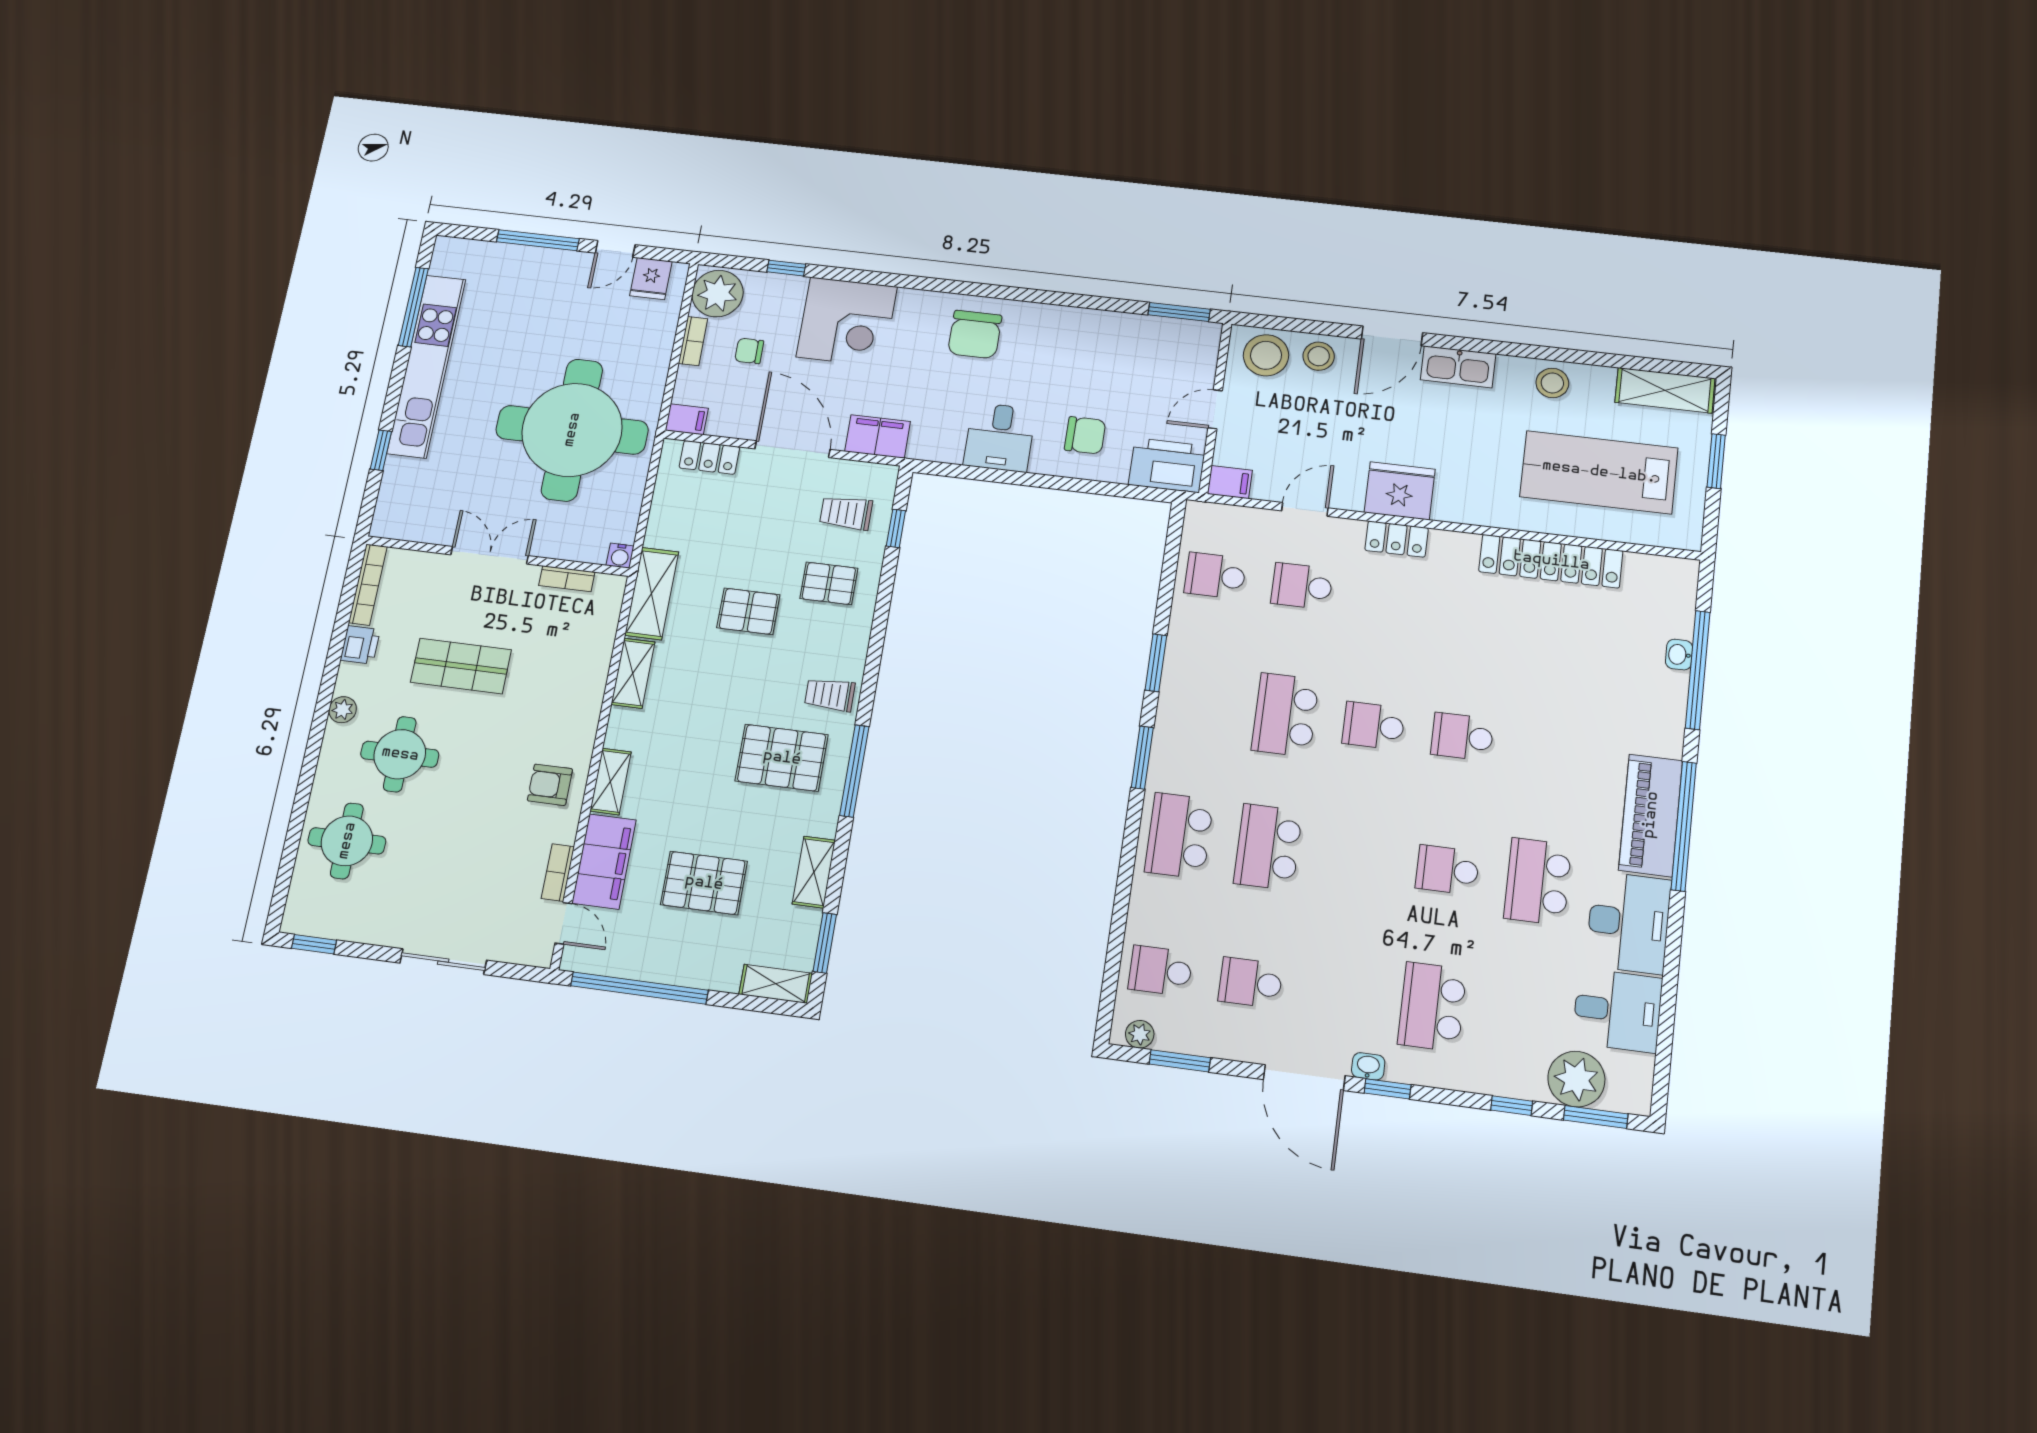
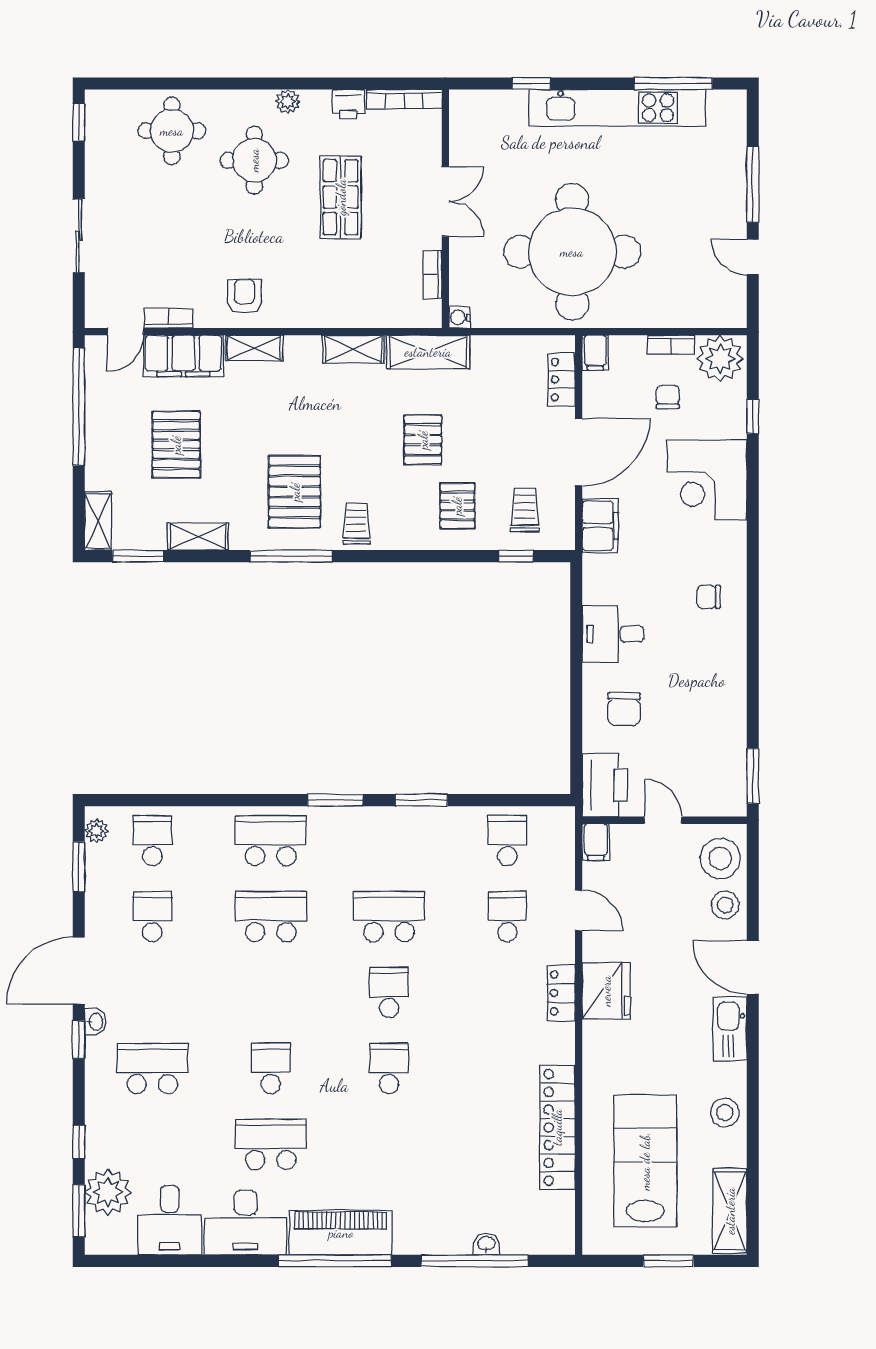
fridge: (651, 279) -> (727, 295), removed
chair: (975, 334) -> (709, 597), width x0.54, depth x0.54

